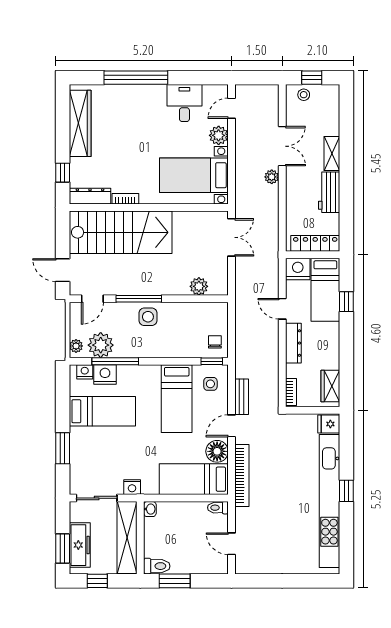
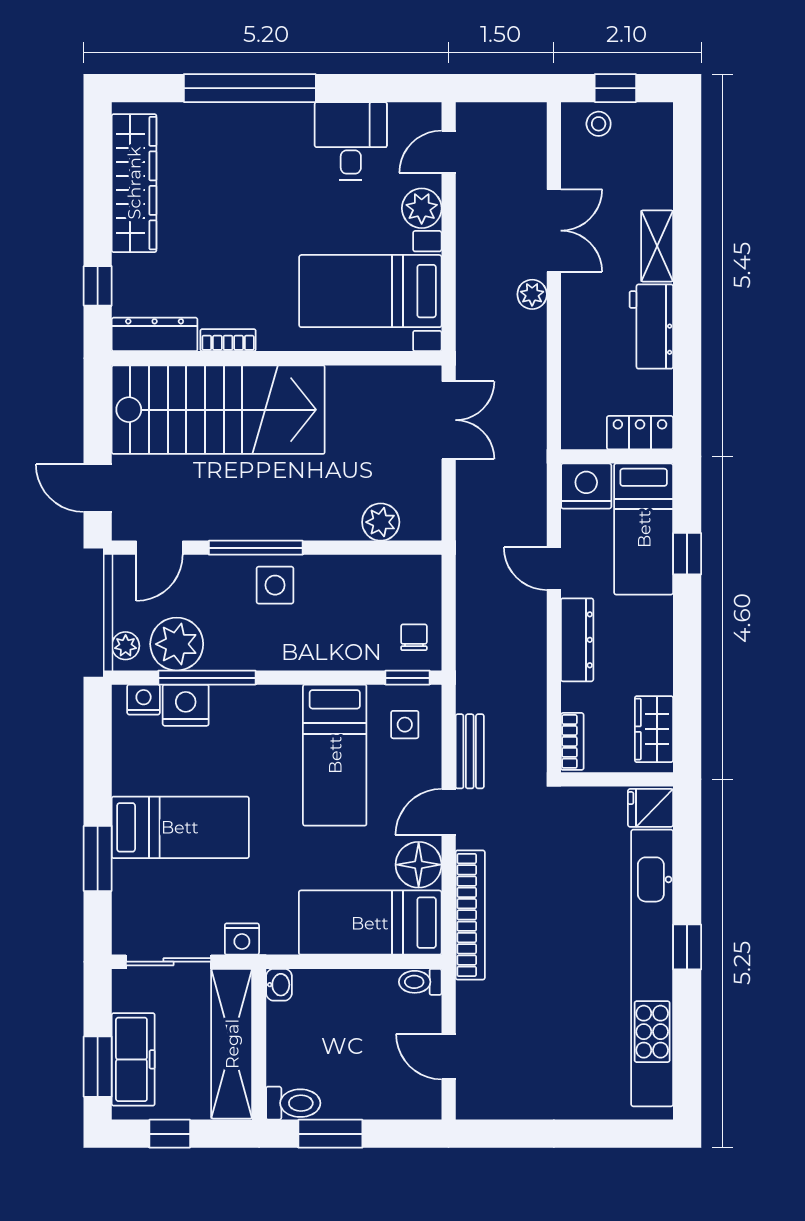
locker: (315, 243) -> (640, 433), width x0.66
bed: (102, 411) -> (180, 827), moved

